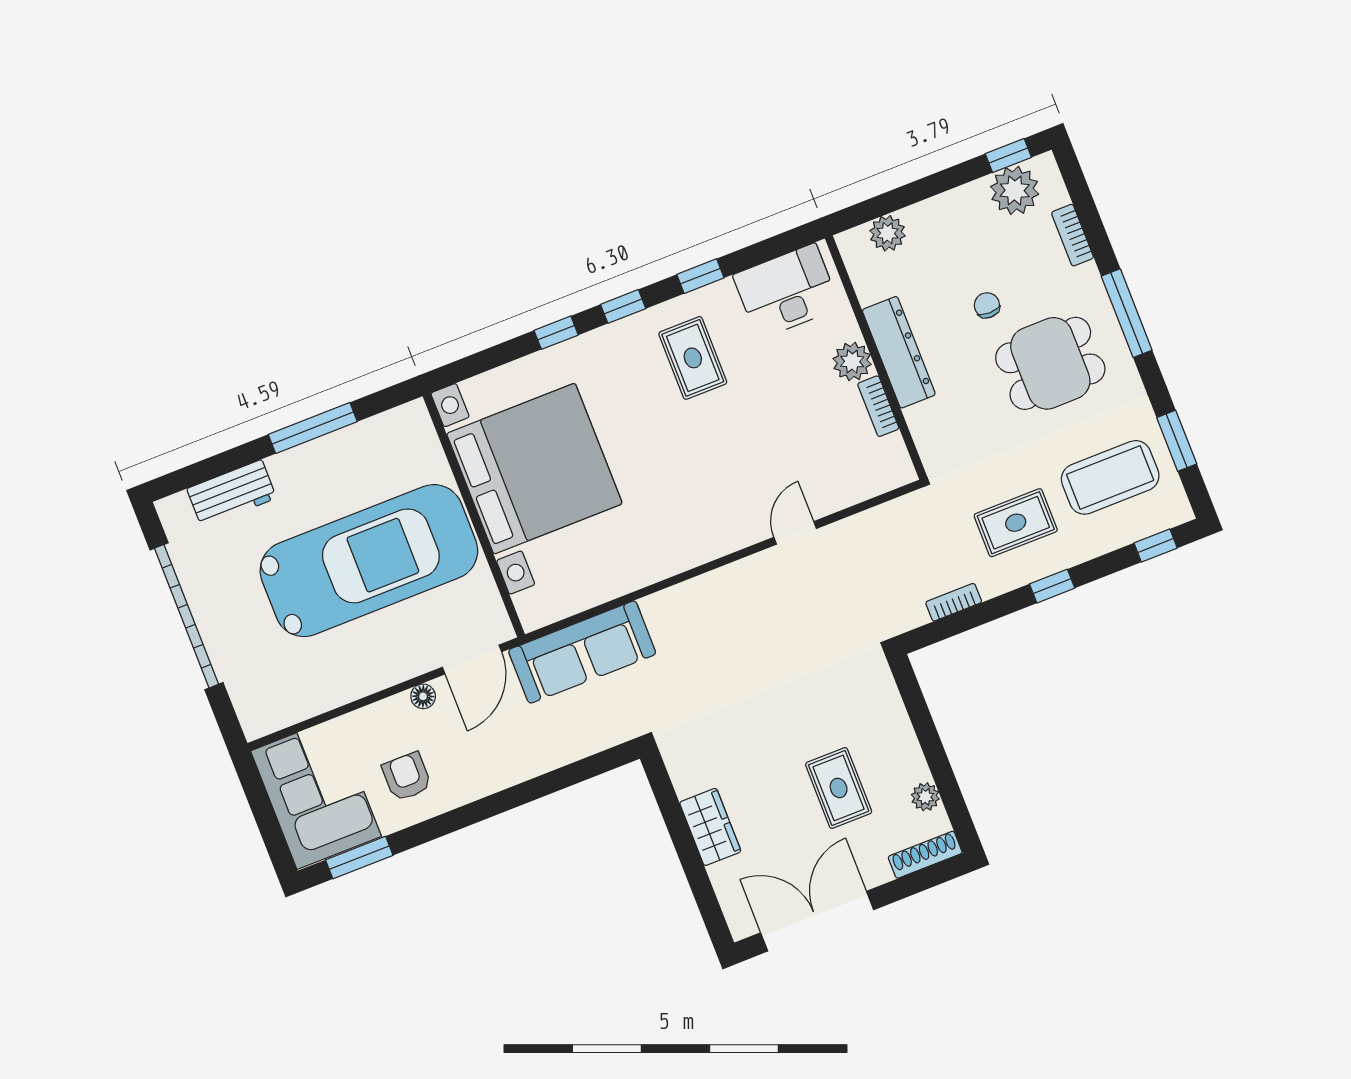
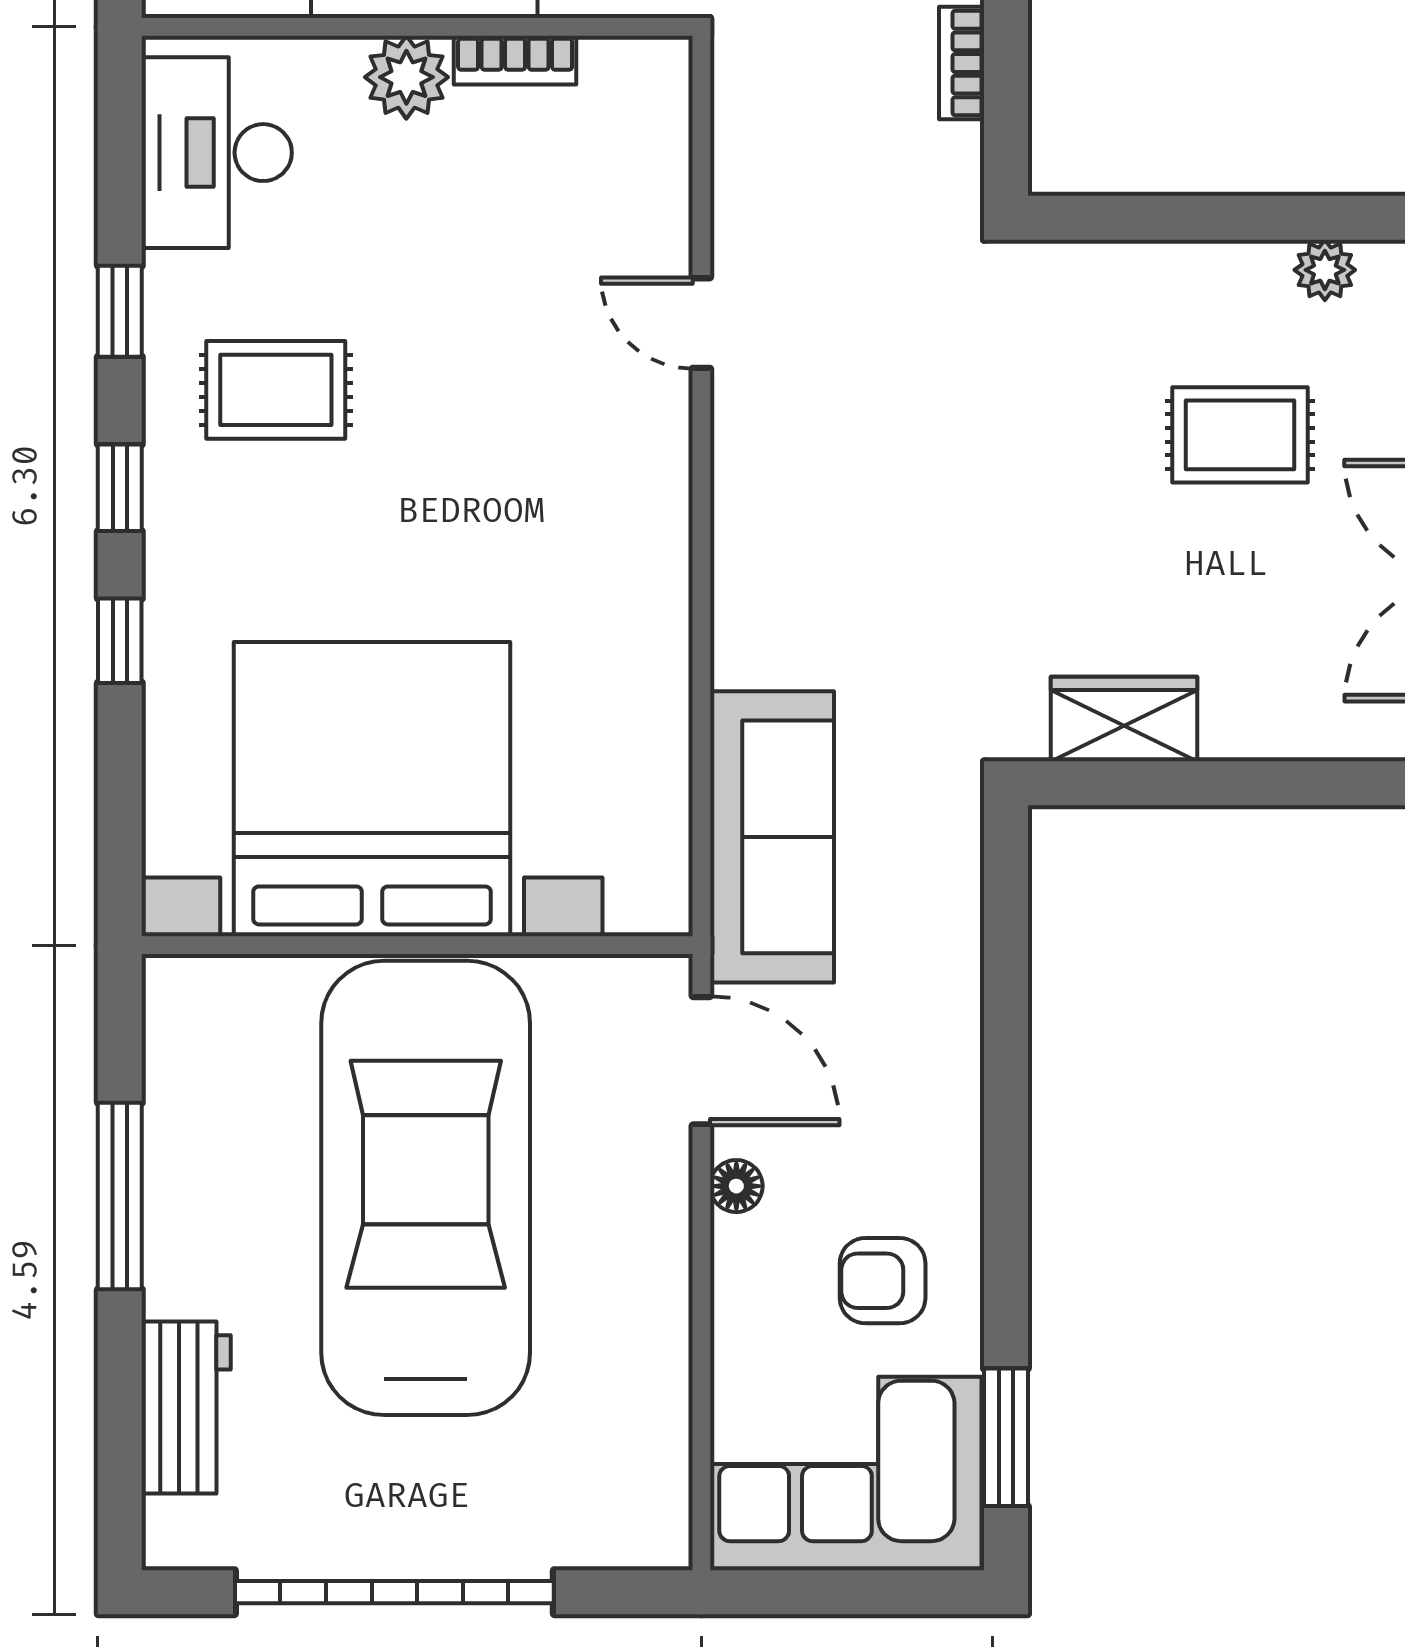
wardrobe: (710, 827) -> (1124, 719), moved

